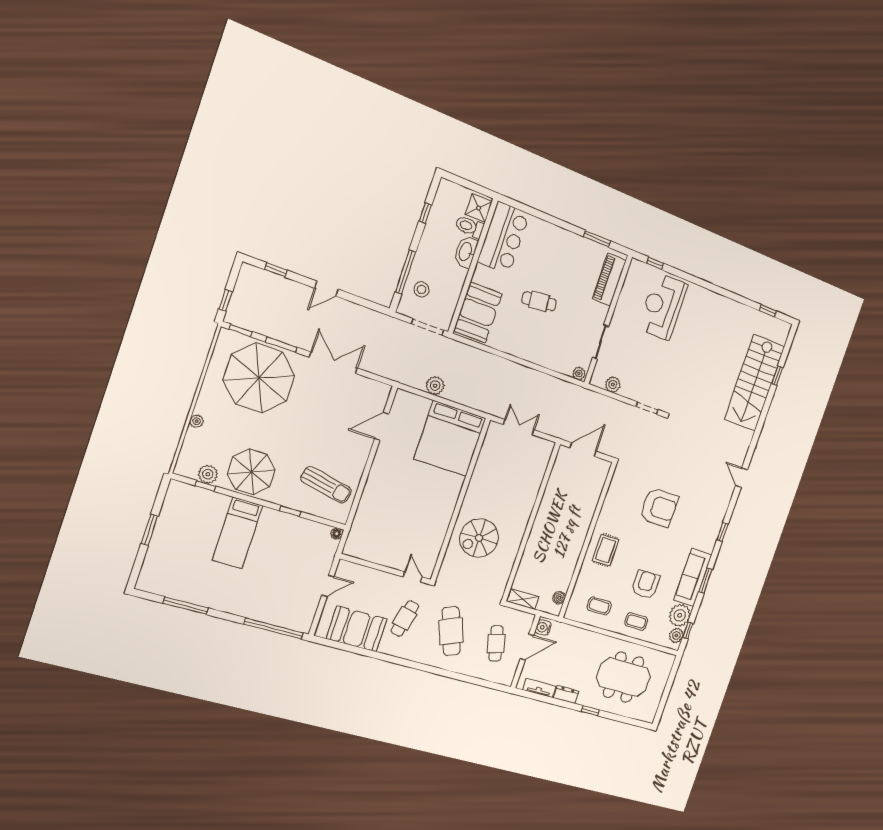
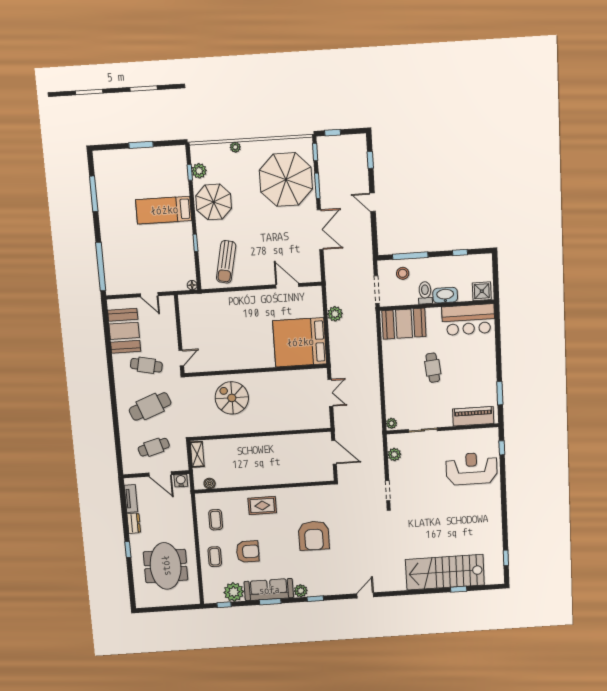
toilet: (470, 227) -> (425, 293), moved
plant: (676, 636) -> (301, 591), moved

